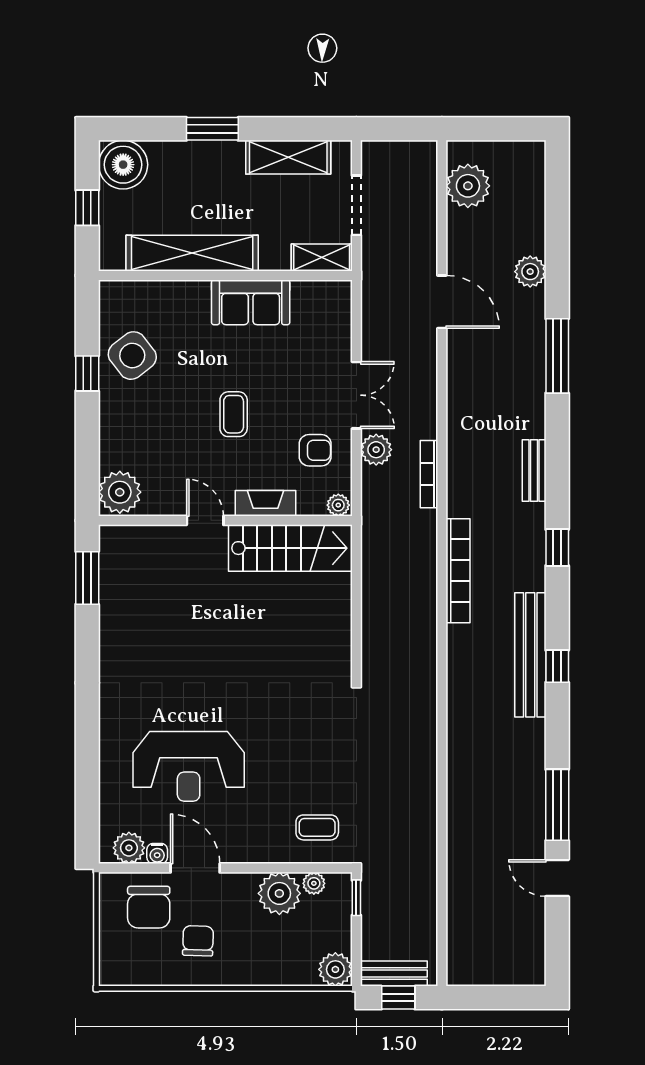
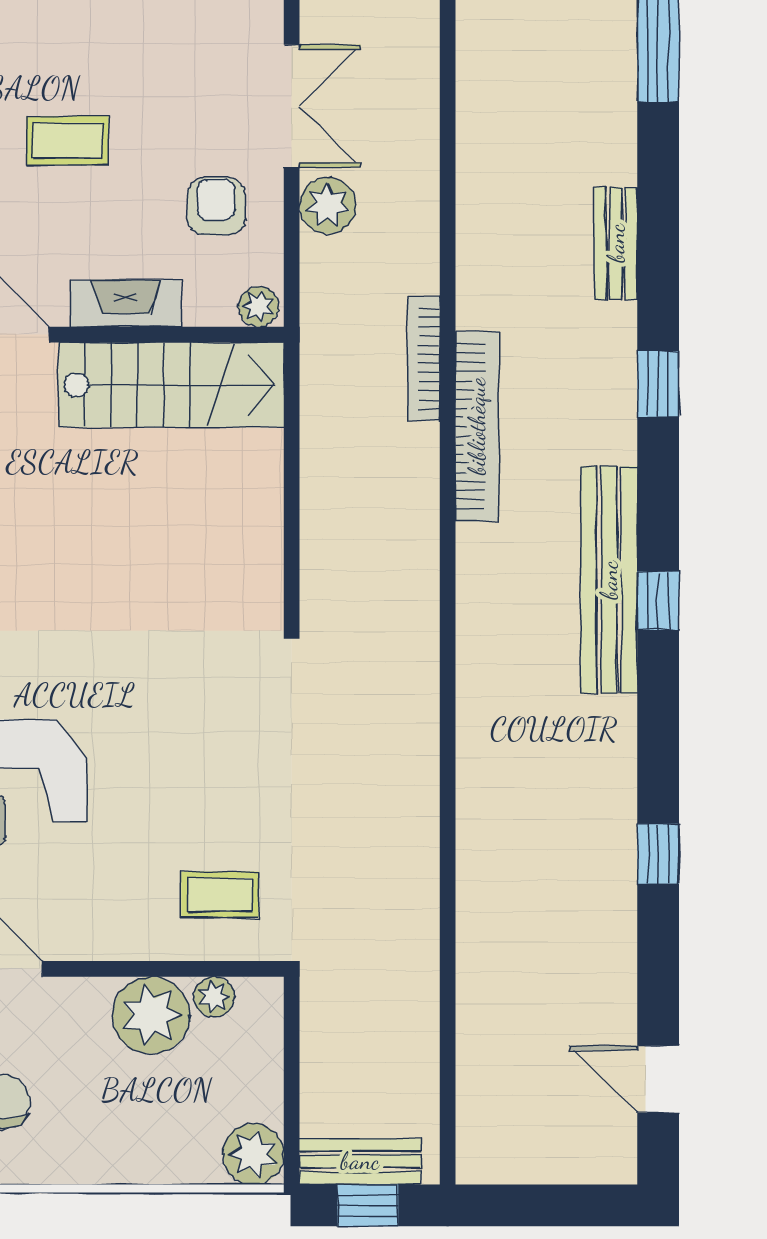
coffee table: (234, 414) -> (68, 141), turned 90
armchair: (315, 450) -> (216, 206), turned -90
bookcase: (429, 474) -> (424, 359), moved
window: (557, 805) -> (658, 854), width x0.46
door: (557, 878) -> (658, 1079), moved
window: (356, 898) -> (292, 1023), removed

